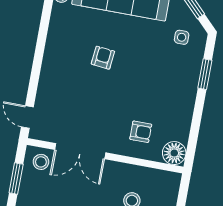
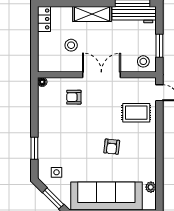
rug: (63, 96) -> (136, 113), added
double door: (80, 151) -> (101, 75), moved
floor lamp: (174, 153) -> (42, 82), width x0.53, depth x0.53

